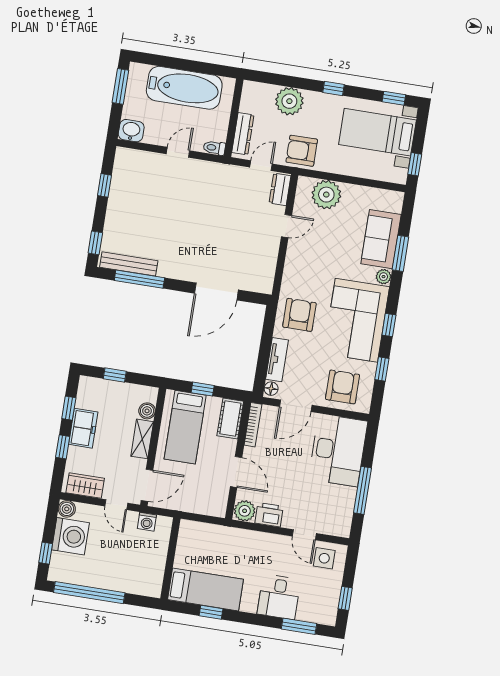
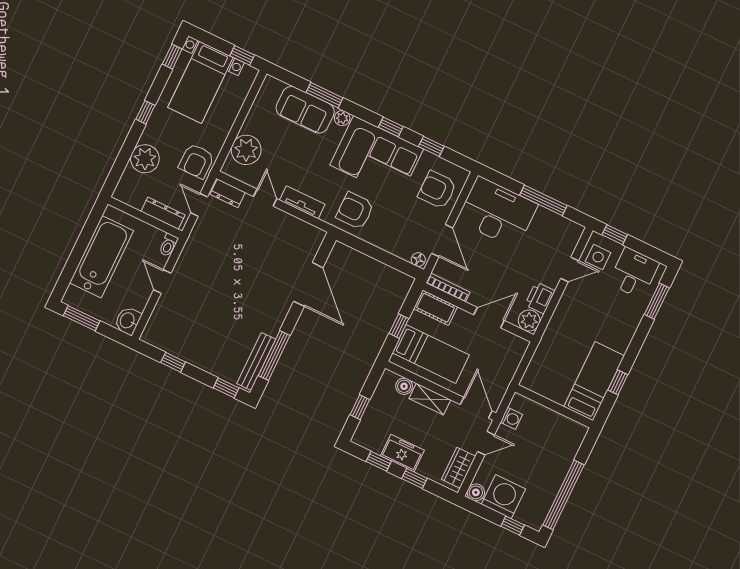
tv unit: (277, 360) -> (302, 202), moved
desk: (279, 597) -> (634, 273), moved, turned -90
window: (345, 598) -> (615, 235), moved

